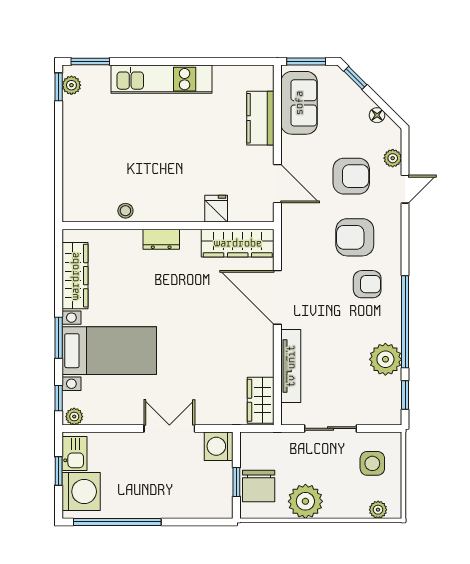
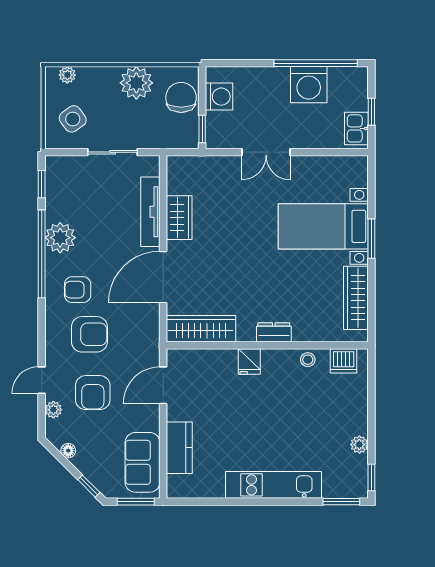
plant: (71, 85) -> (359, 445), moved
armchair: (351, 176) -> (93, 393), turned -90
door: (277, 184) -> (163, 385), hinge flipped
dishwasher: (88, 209) -> (344, 361), added
fridge: (216, 209) -> (249, 362), moved
door: (277, 297) -> (163, 277), swing flipped
plant: (385, 359) -> (60, 238), moved
window: (59, 398) -> (371, 181), removed
wardrobe: (261, 400) -> (179, 218), moved
plant: (74, 417) -> (357, 164), removed
washing machine: (219, 446) -> (219, 97), moved
side table: (372, 463) -> (73, 119), turned -36
window: (236, 482) -> (202, 129), moved
washing machine: (81, 492) -> (309, 85), moved, turned -90

